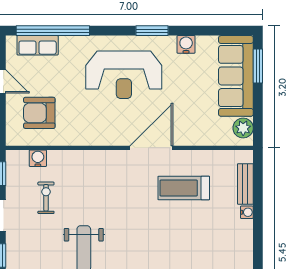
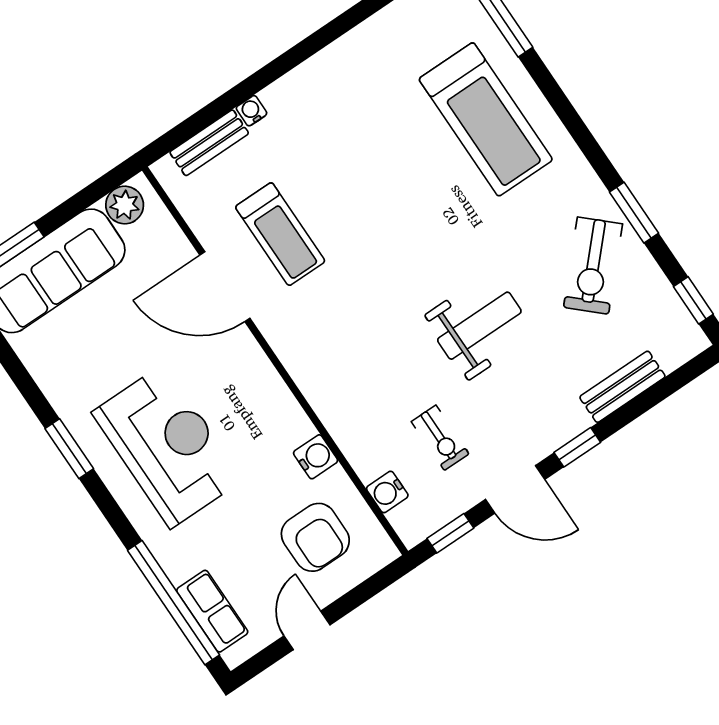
water cooler: (186, 44) -> (316, 457), moved, turned 180
door: (151, 148) -> (225, 287), moved
exercise bike: (46, 198) -> (440, 438), turned -90

